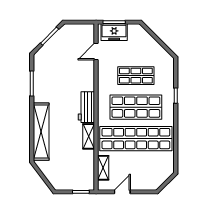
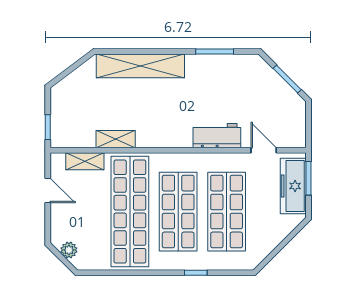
freezer: (114, 32) -> (293, 186), width x1.40
shop shelf: (136, 76) -> (227, 212), width x1.43, depth x1.36
workbench: (86, 107) -> (217, 136), moved
shelving: (89, 136) -> (116, 139), moved
plant: (161, 178) -> (69, 250), added

